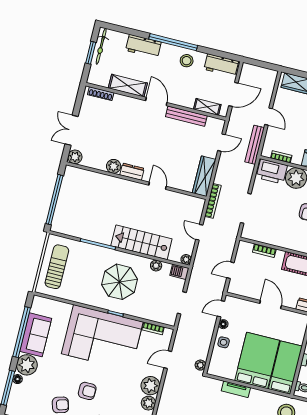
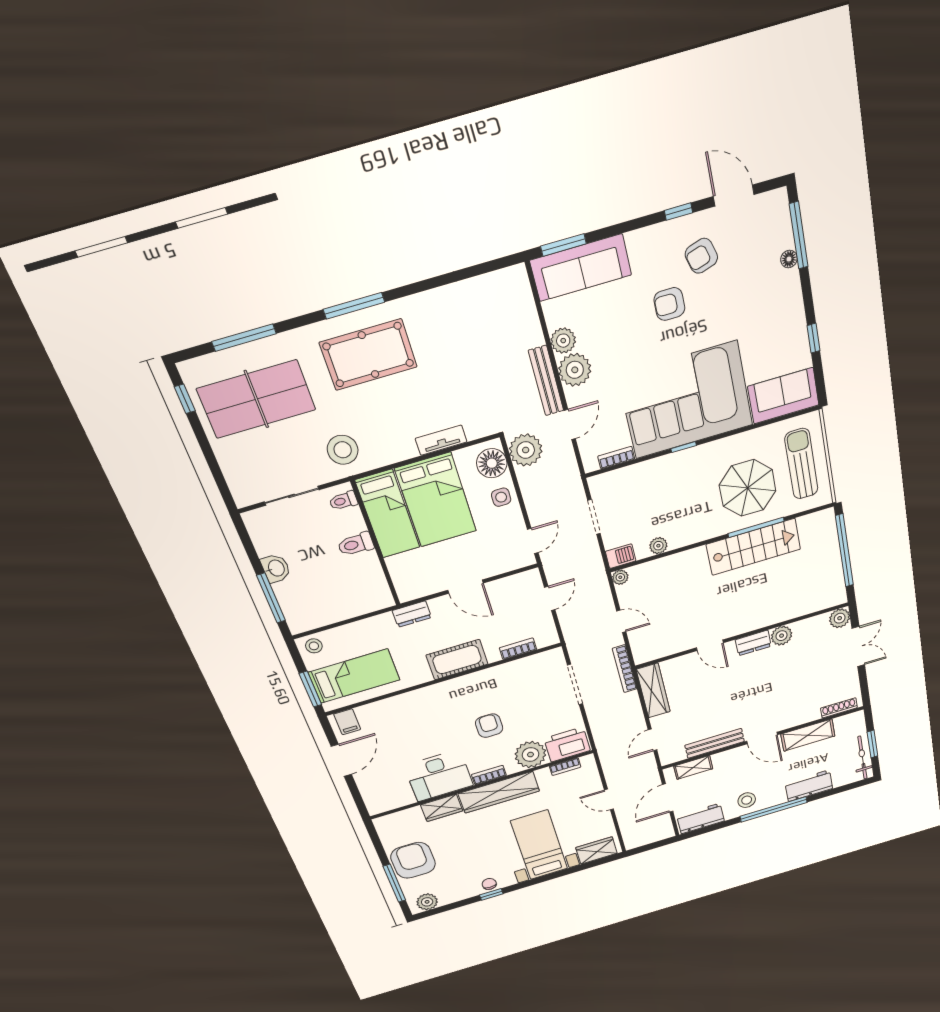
bench: (255, 145) -> (546, 381), moved
stairs: (141, 242) -> (753, 547), moved
sun lounger: (57, 267) -> (801, 464), turned 180
parasol: (120, 282) -> (748, 488), moved
floor lamp: (223, 324) -> (492, 463), moved, width x1.89, depth x1.89
window: (22, 332) -> (814, 338), width x0.32
sofa: (36, 335) -> (783, 396), moved, turned 90
plant: (27, 365) -> (784, 291), removed
plant: (200, 365) -> (526, 450), width x1.88, depth x1.88

